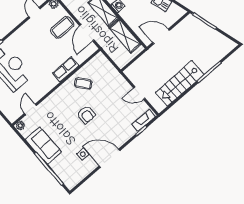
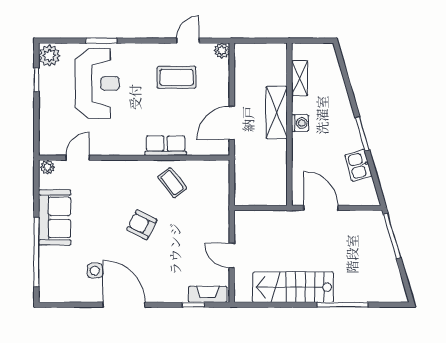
coffee table: (62, 27) -> (176, 77), moved
shelving: (125, 36) -> (276, 168), removed
armchair: (86, 115) -> (142, 225), turned 117

